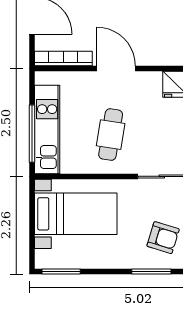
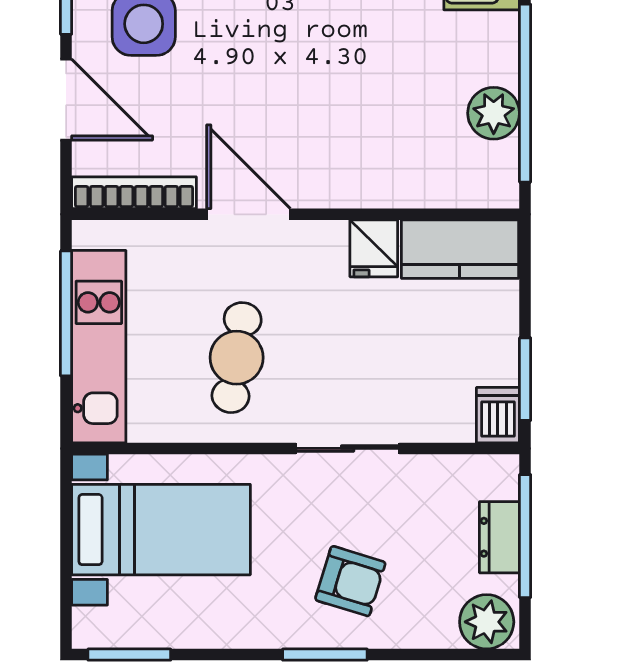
window: (32, 134) -> (66, 313), moved

